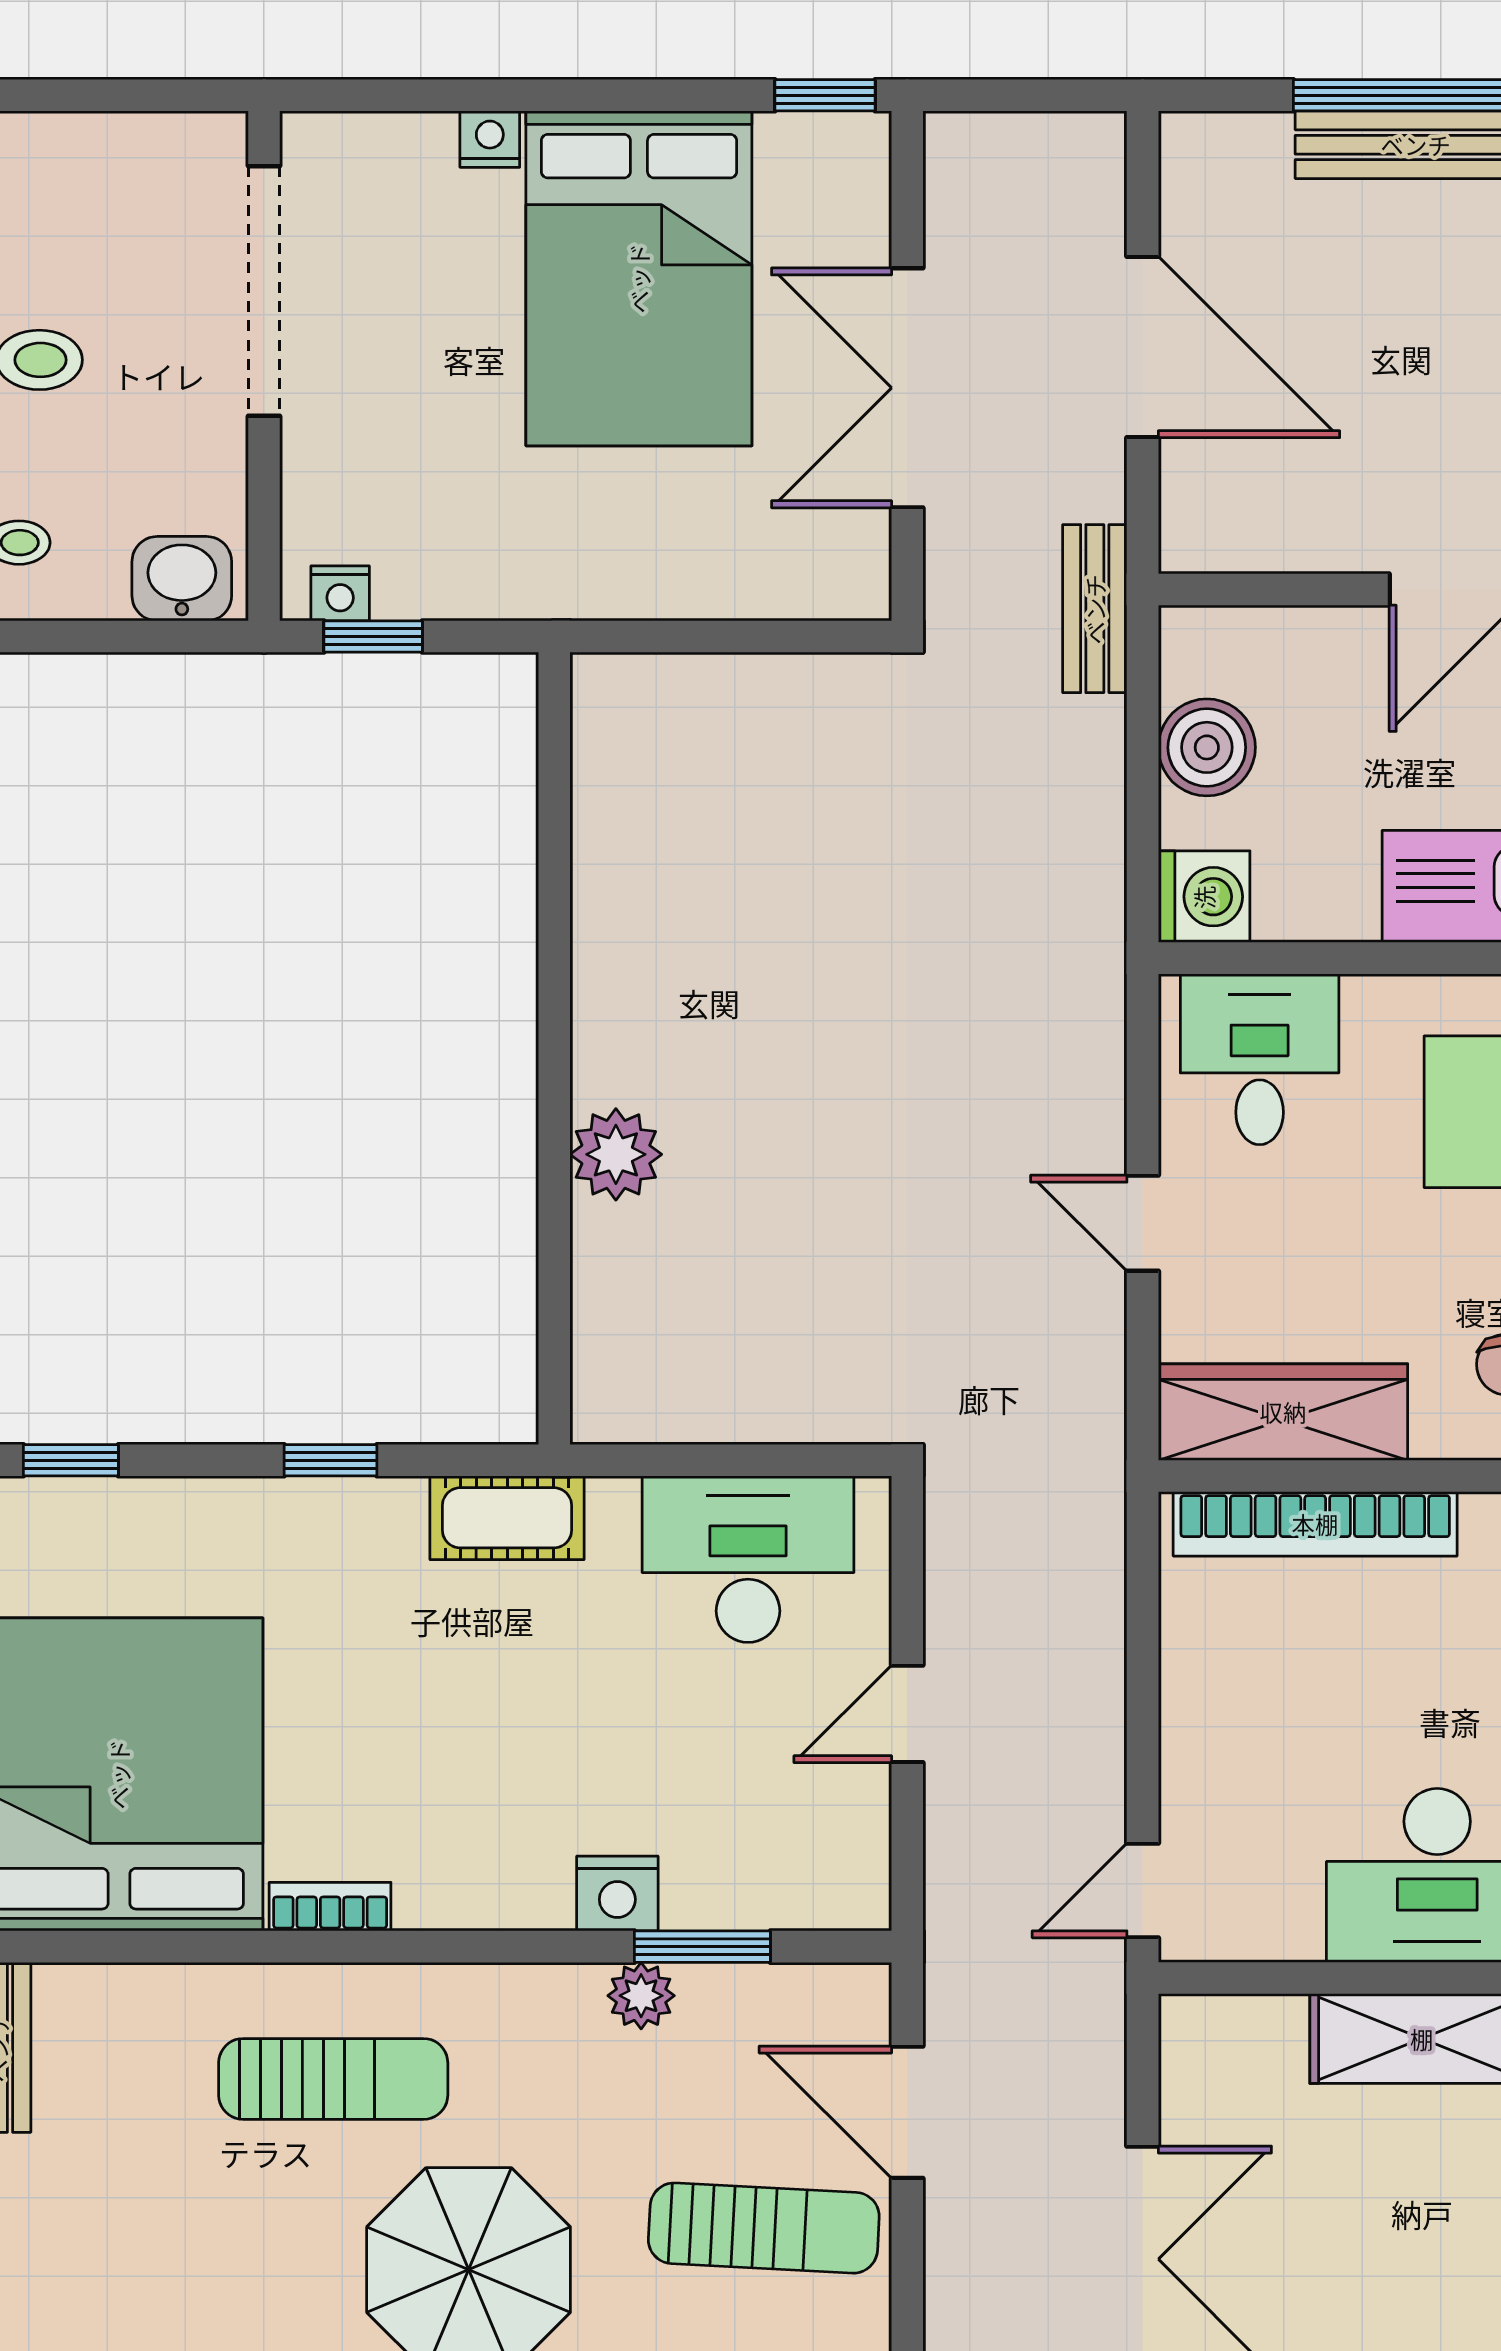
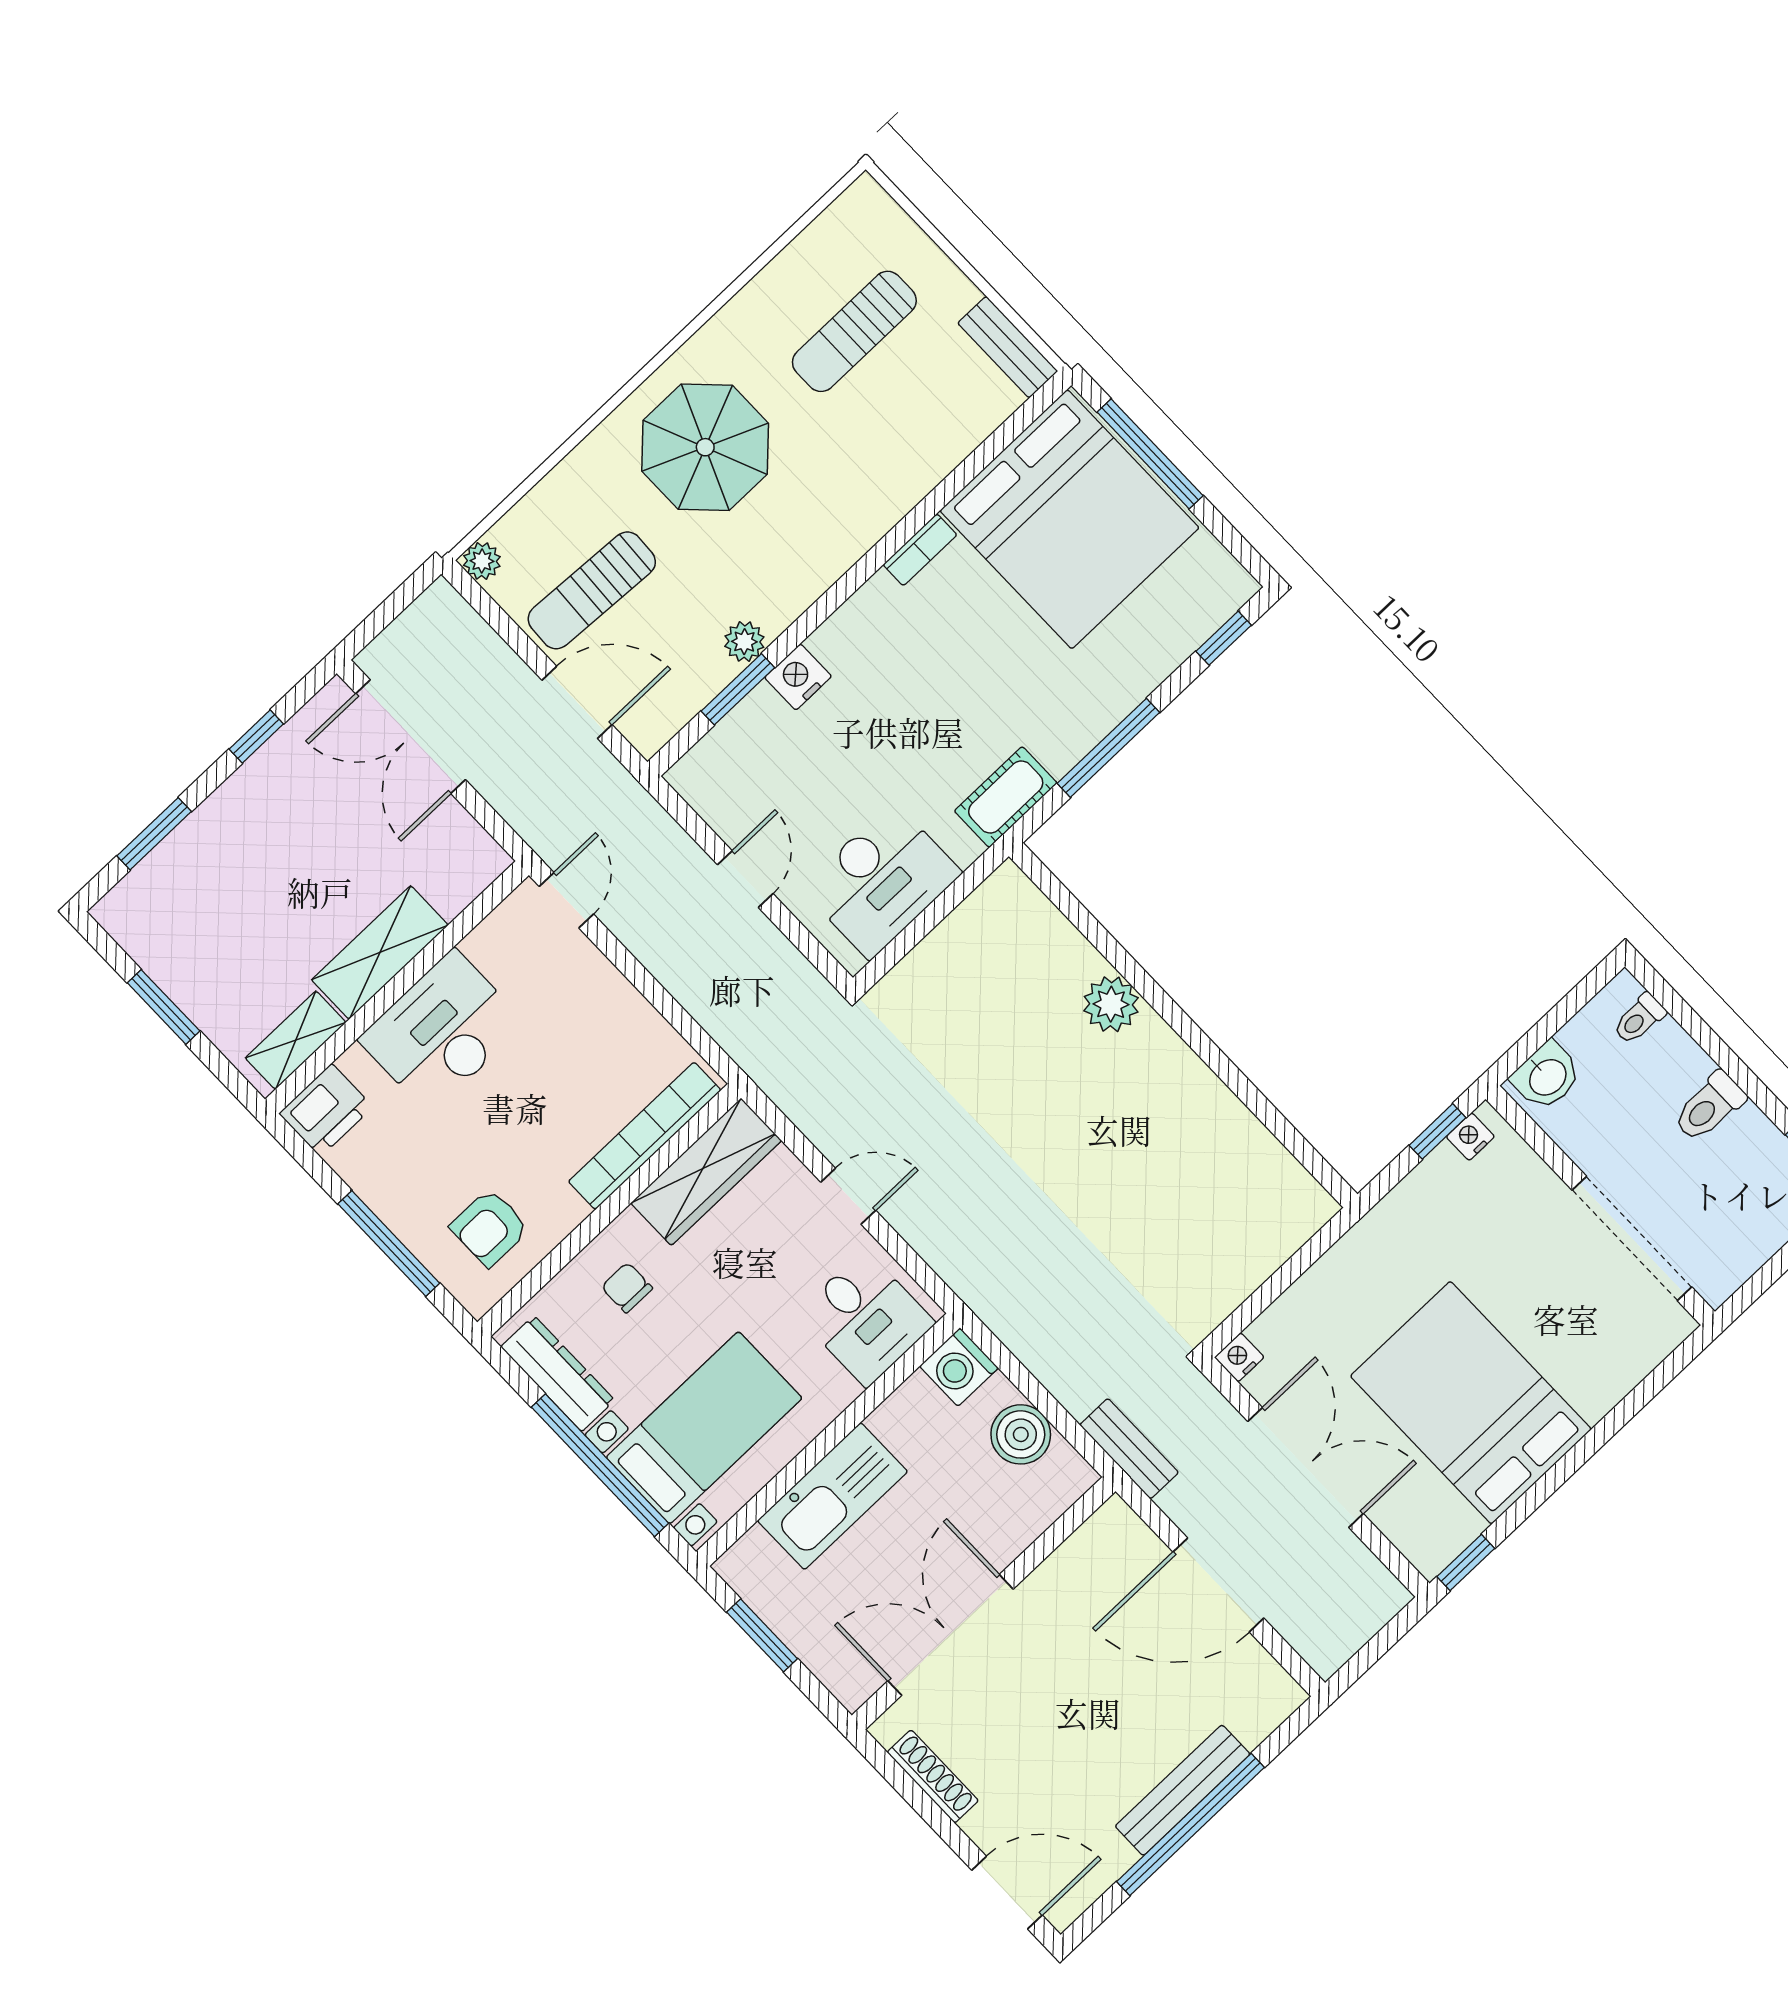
nightstand: (490, 139) -> (1239, 1357), moved, turned 180
window: (330, 1460) -> (1108, 748), width x2.17
sun lounger: (333, 2079) -> (854, 331), moved

